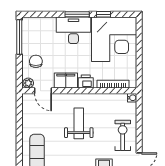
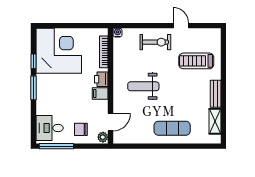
desk: (73, 30) -> (50, 128), moved, width x0.73
filing cabinet: (66, 81) -> (100, 93), width x0.50
exercise bike: (123, 135) -> (155, 42), turned 180

